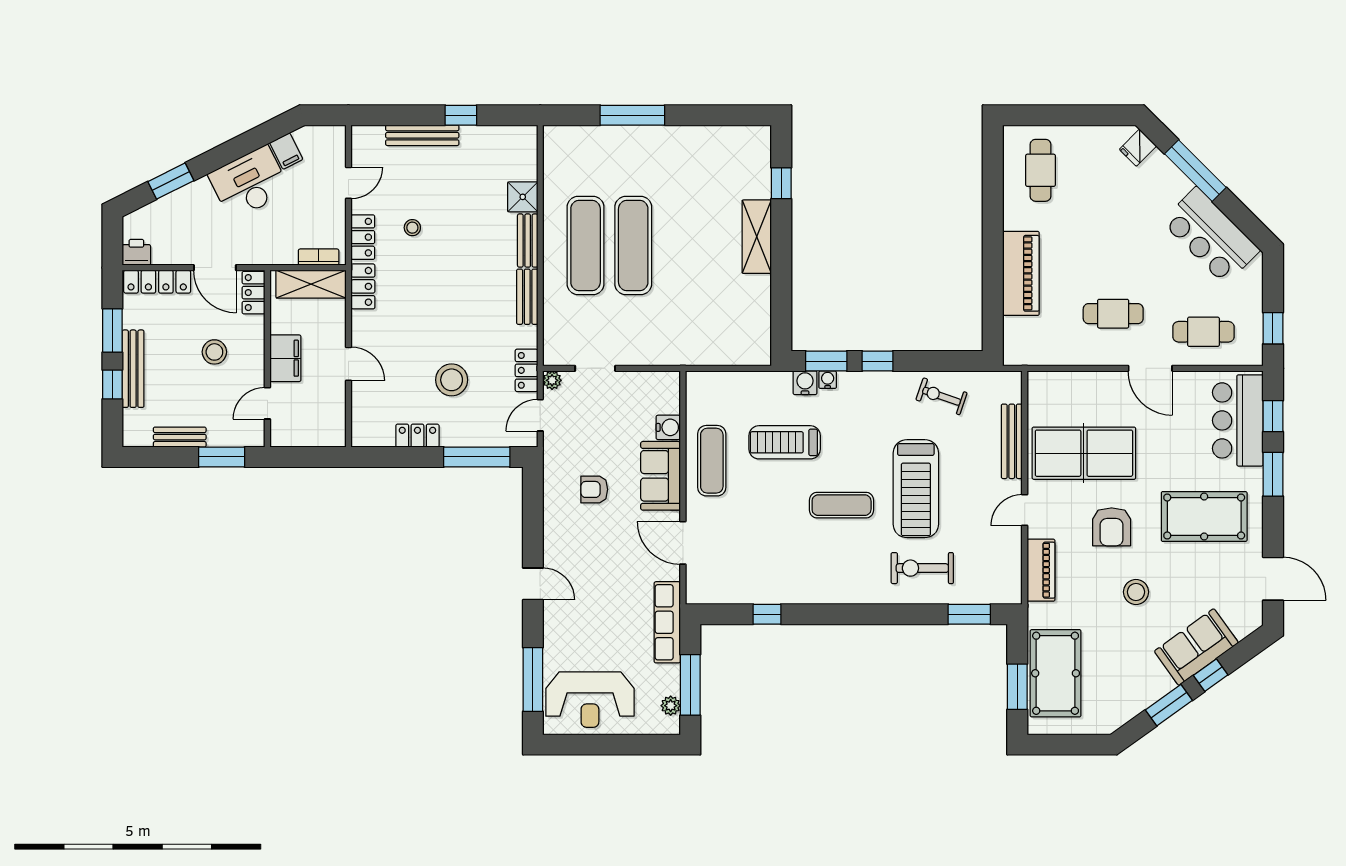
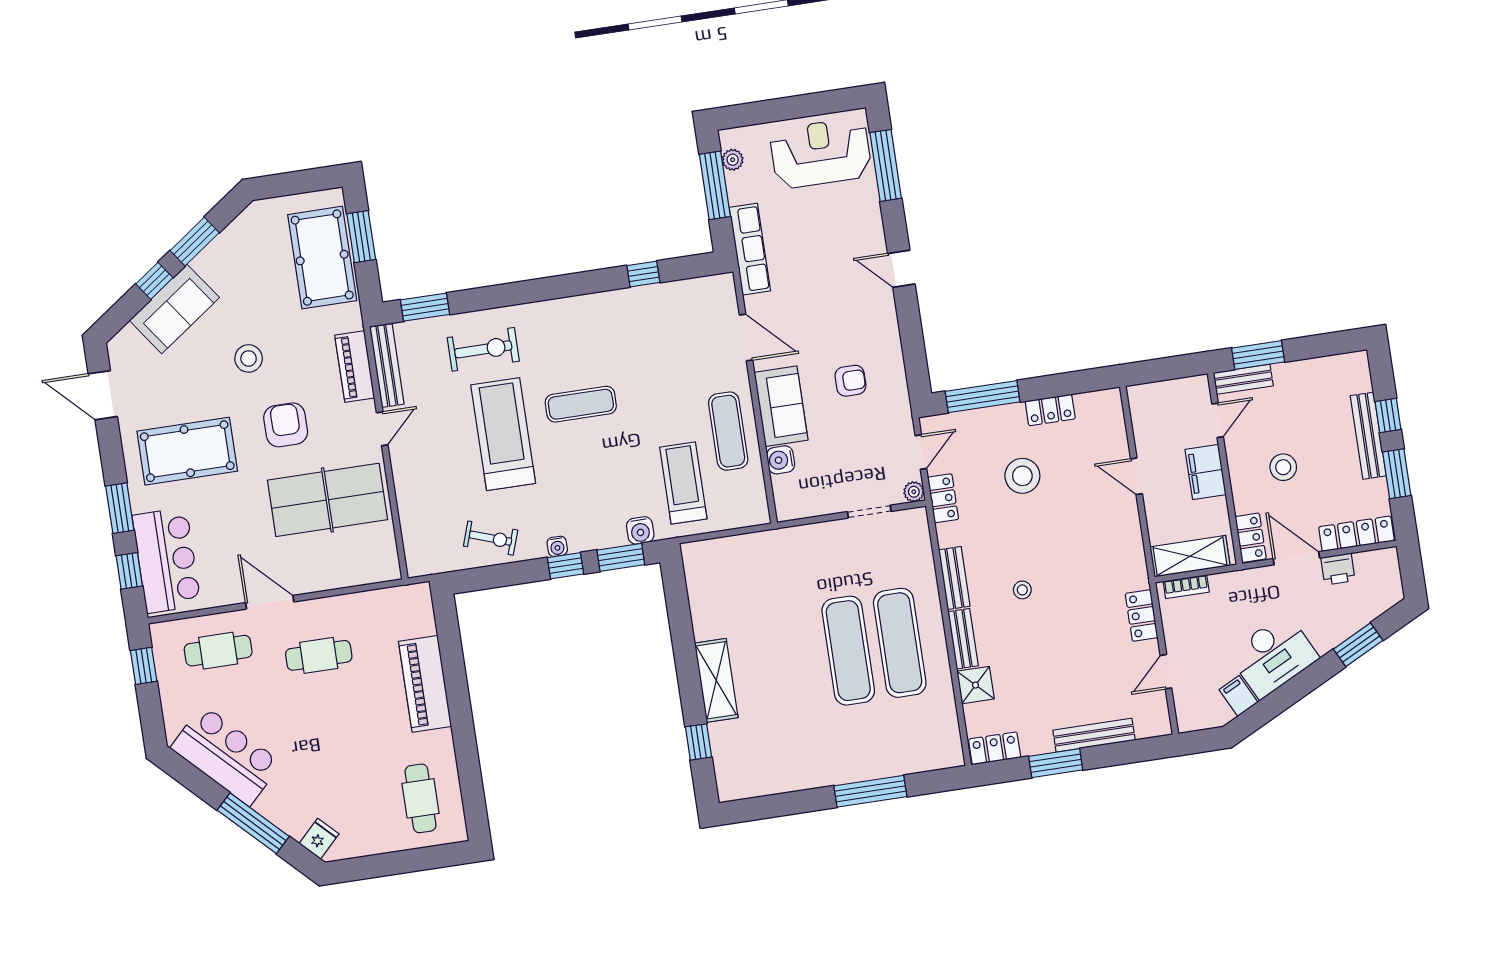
window: (461, 115) -> (1056, 763), width x1.50
stool: (412, 228) -> (1022, 590), moved
printer: (136, 252) -> (1338, 569), moved
locker: (363, 286) -> (995, 748), moved, turned 90
water cooler: (828, 380) -> (557, 546), moved
bench: (180, 437) -> (1243, 379), moved
bench: (1012, 441) -> (387, 366), moved
treadmill: (785, 442) -> (683, 483), moved, turned -90

